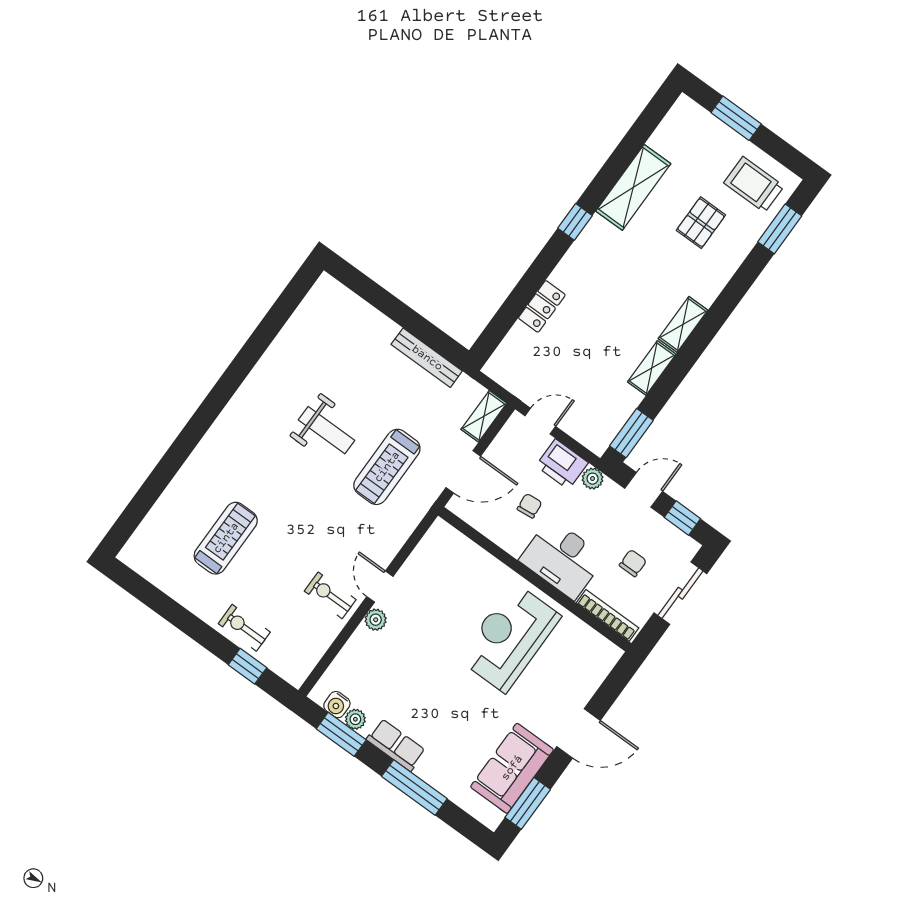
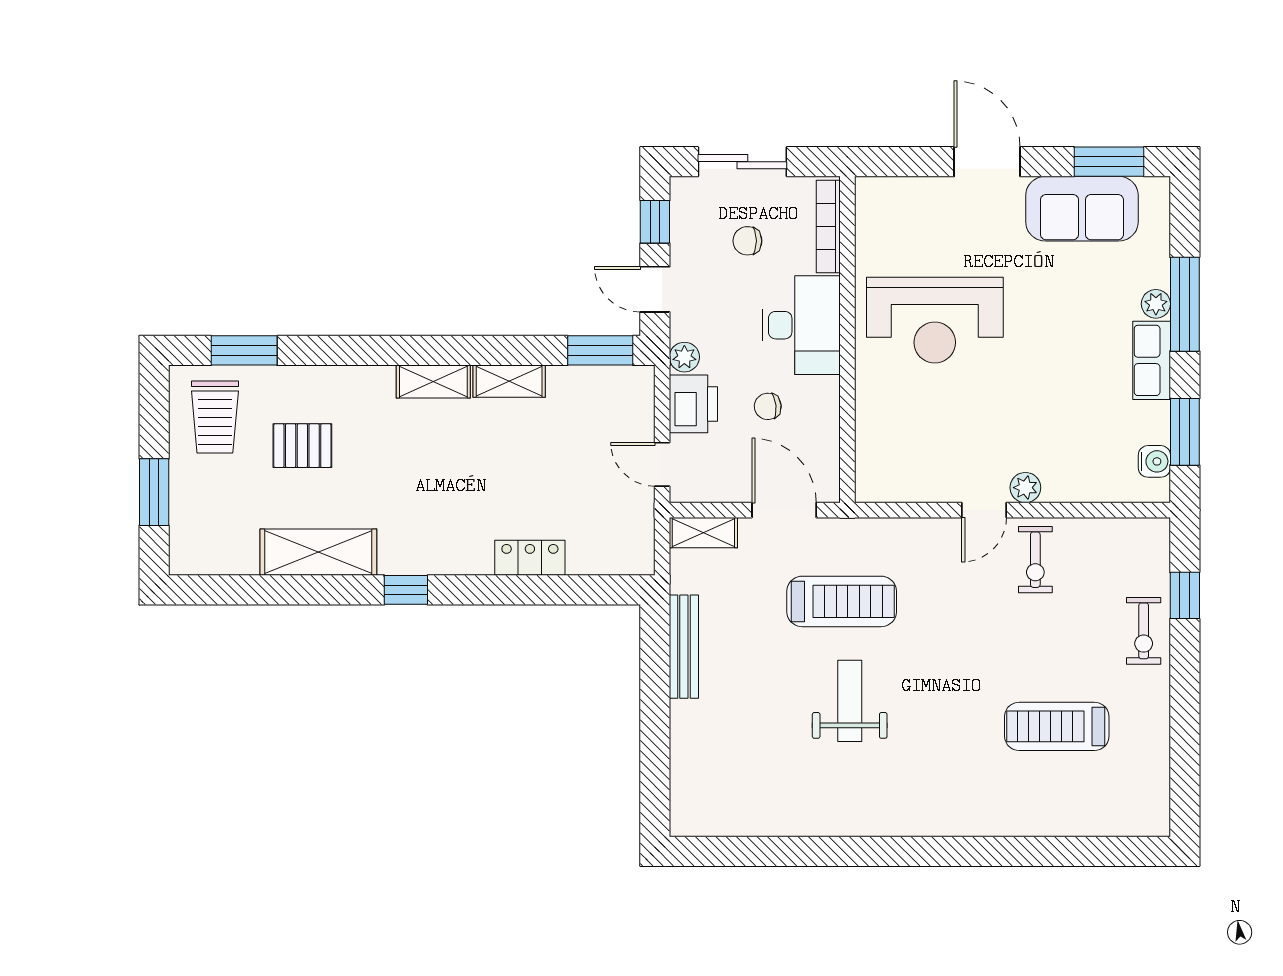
plant: (355, 719) -> (1156, 304), moved

